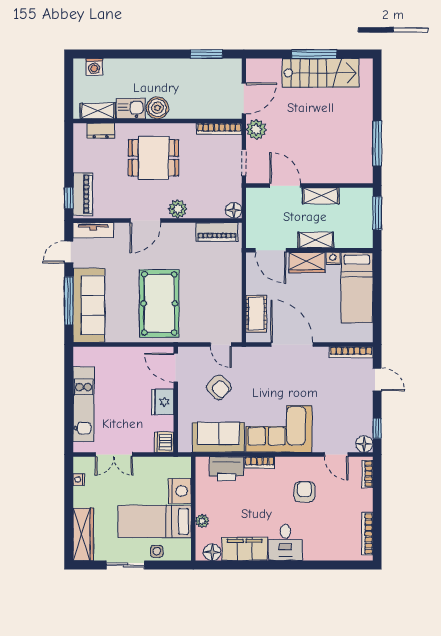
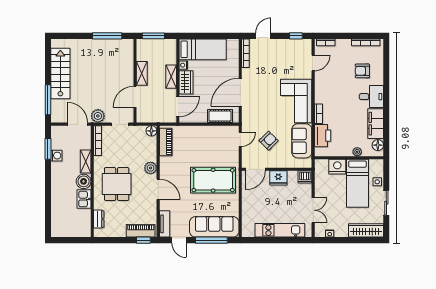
window: (314, 54) -> (48, 100), moved
washing machine: (94, 67) -> (56, 156), moved
shelving: (98, 111) -> (86, 162), moved
floor lamp: (364, 444) -> (306, 44), removed
armchair: (304, 492) -> (362, 71), moved

